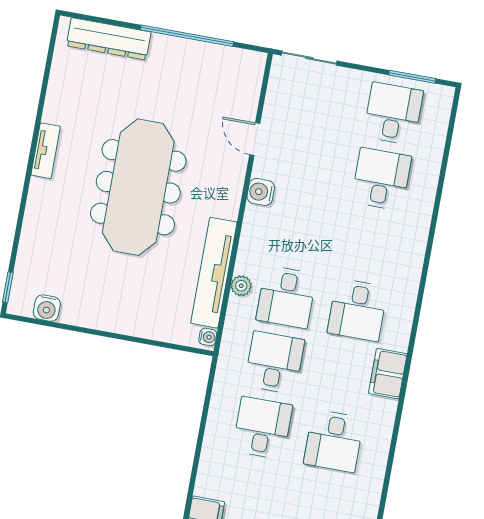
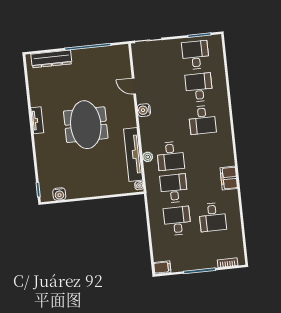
meeting table: (138, 187) -> (86, 125), width x0.73
desk: (357, 310) -> (202, 120), moved

